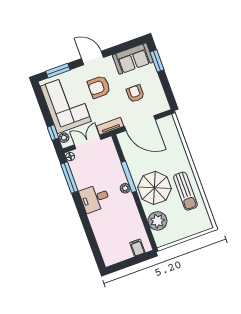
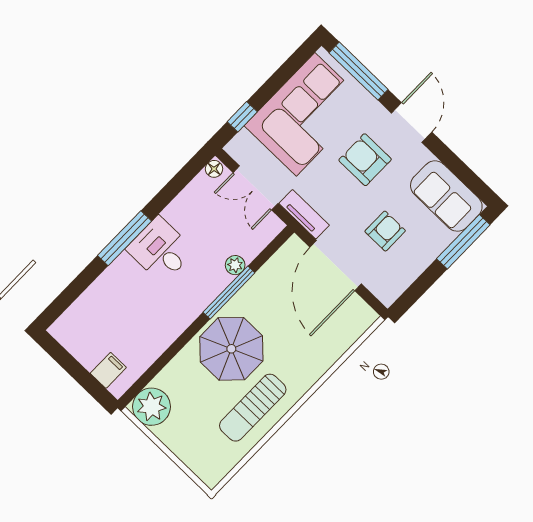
window: (157, 61) -> (463, 242), width x1.44
window: (58, 71) -> (359, 71), width x1.44
plant: (64, 138) -> (243, 141), removed
double door: (88, 142) -> (256, 188), swing flipped
window: (69, 178) -> (125, 238), moved
plant: (125, 188) -> (235, 265), moved
plant: (157, 221) -> (151, 407), moved

